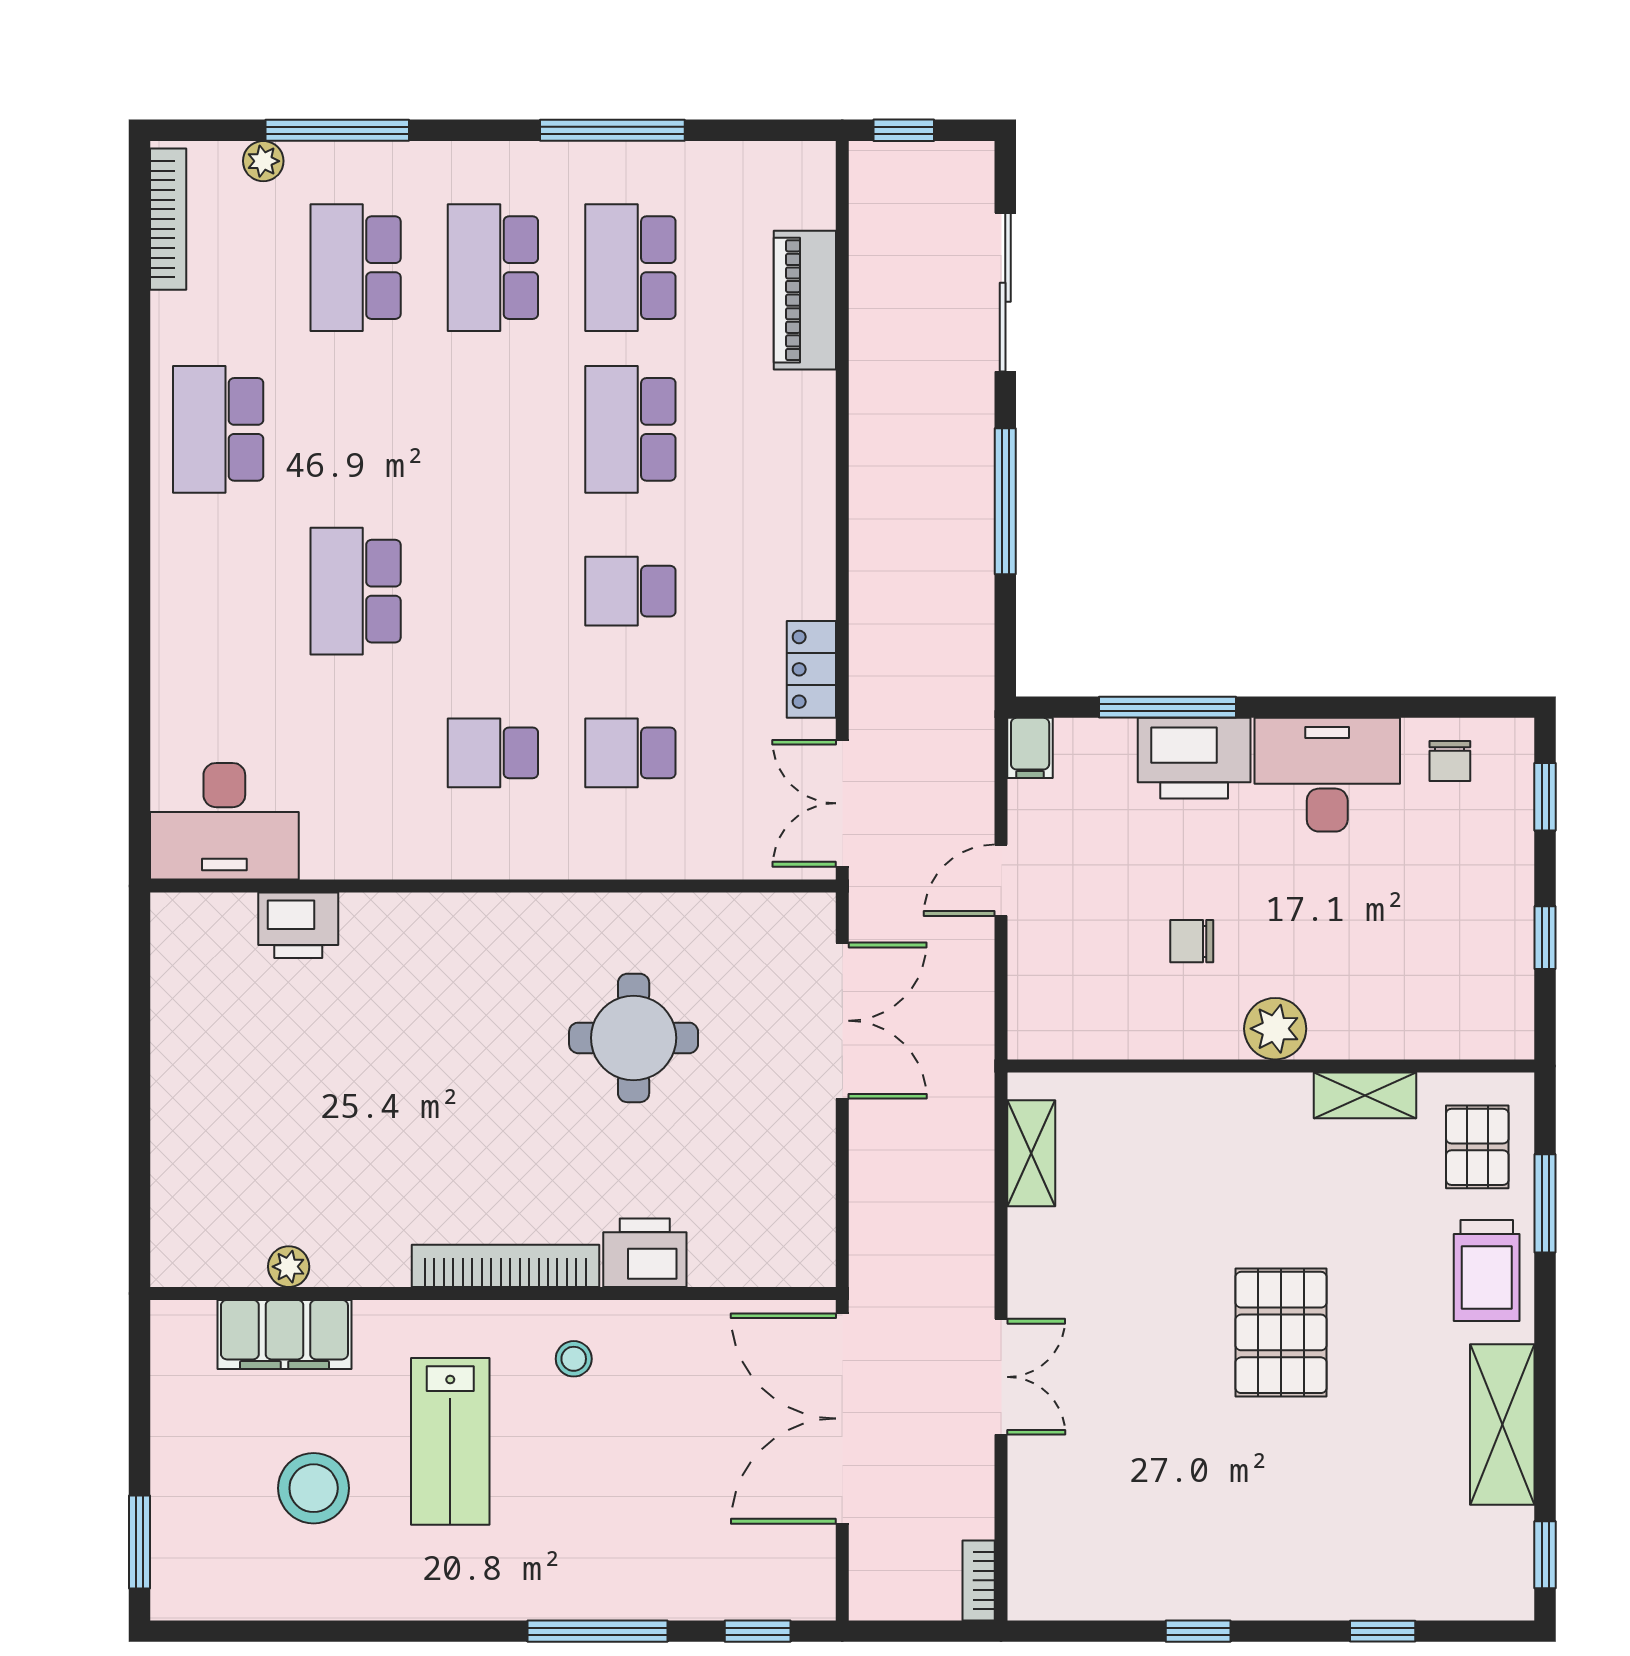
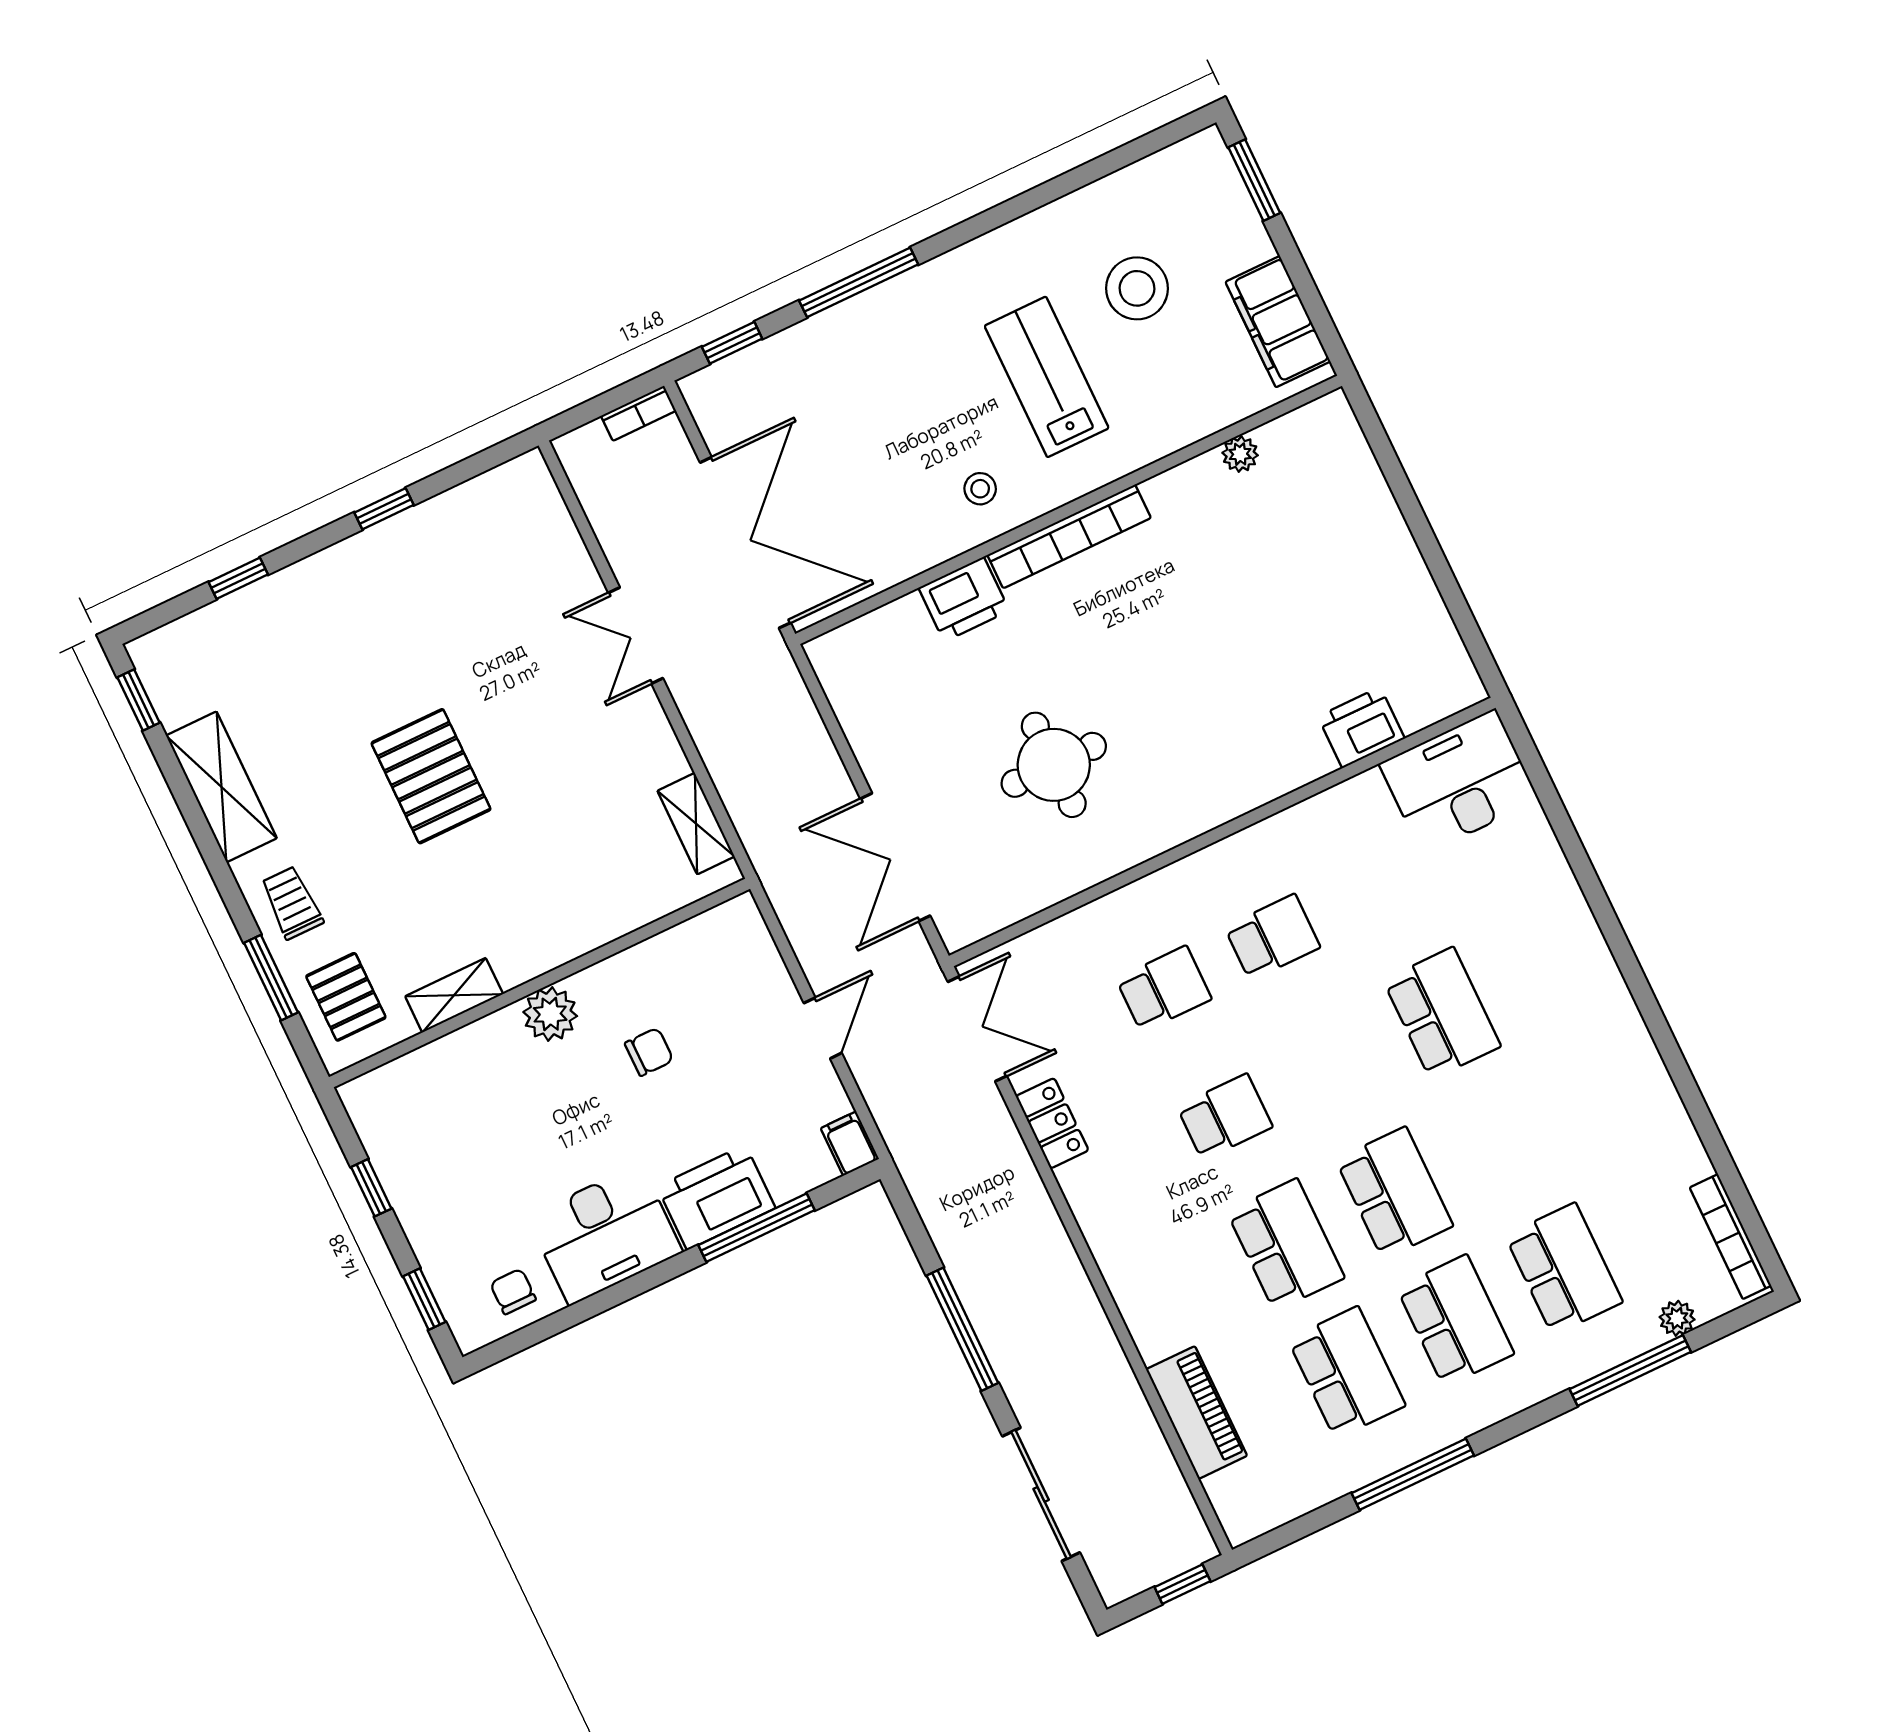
school desk: (218, 429) -> (1394, 1193), moved
trolley: (1487, 1270) -> (292, 903), width x0.73, depth x0.72
filing cabinet: (284, 1335) -> (1278, 322), moved, turned -90
bookcase: (979, 1580) -> (639, 413), moved, turned 90

